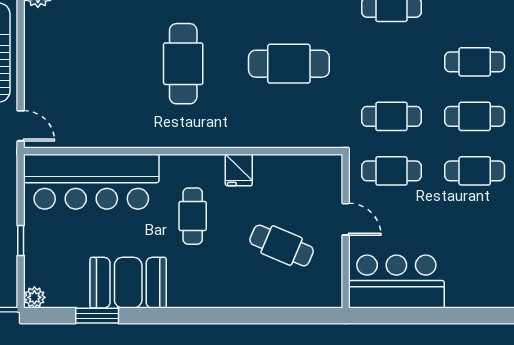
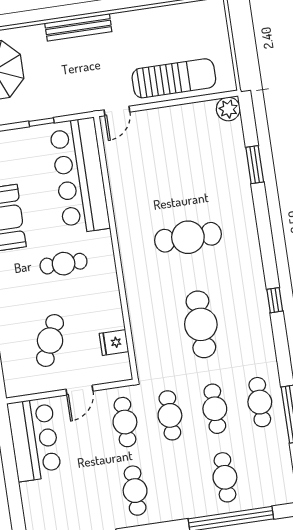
cafe table: (475, 116) -> (215, 409), moved
fridge: (239, 170) -> (114, 343), moved
window: (21, 240) -> (41, 122), moved

